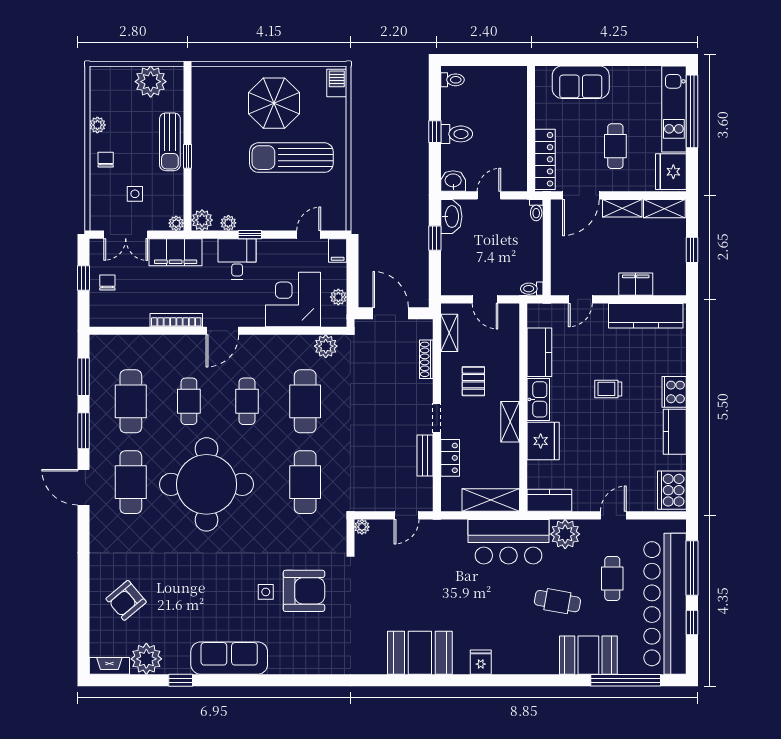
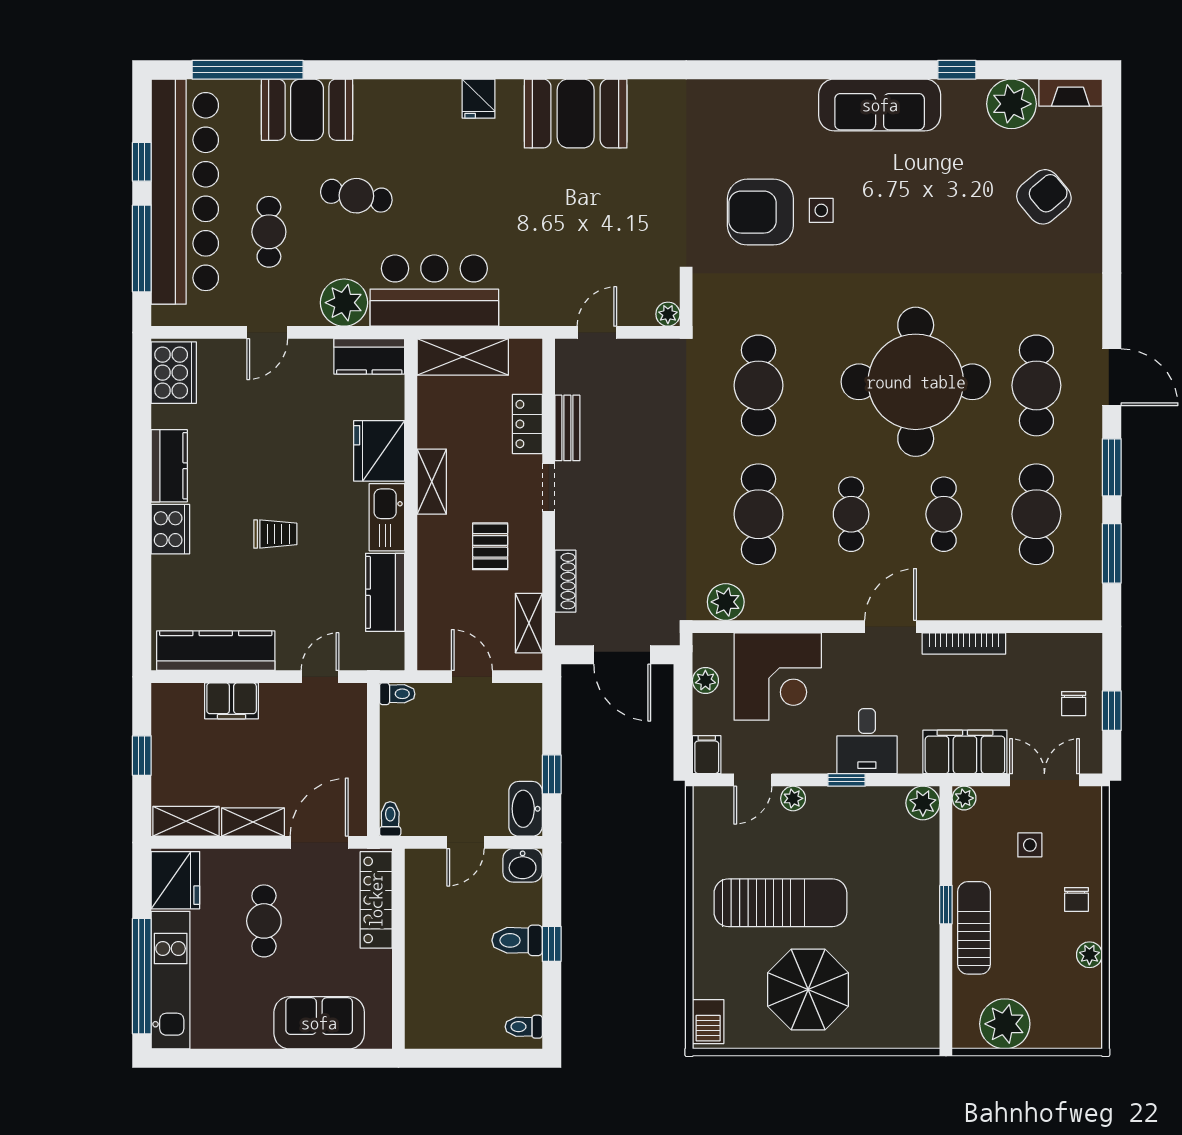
plant: (228, 223) -> (793, 798), moved

